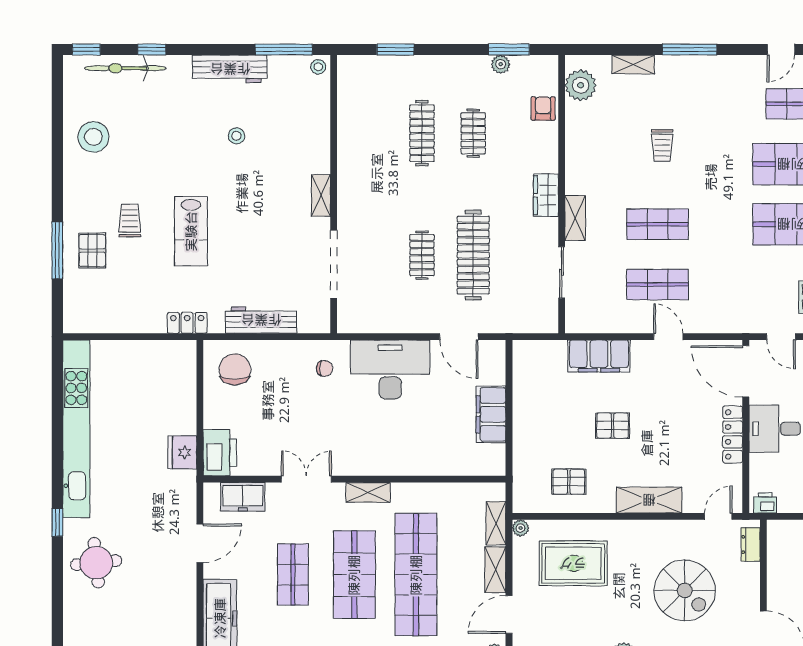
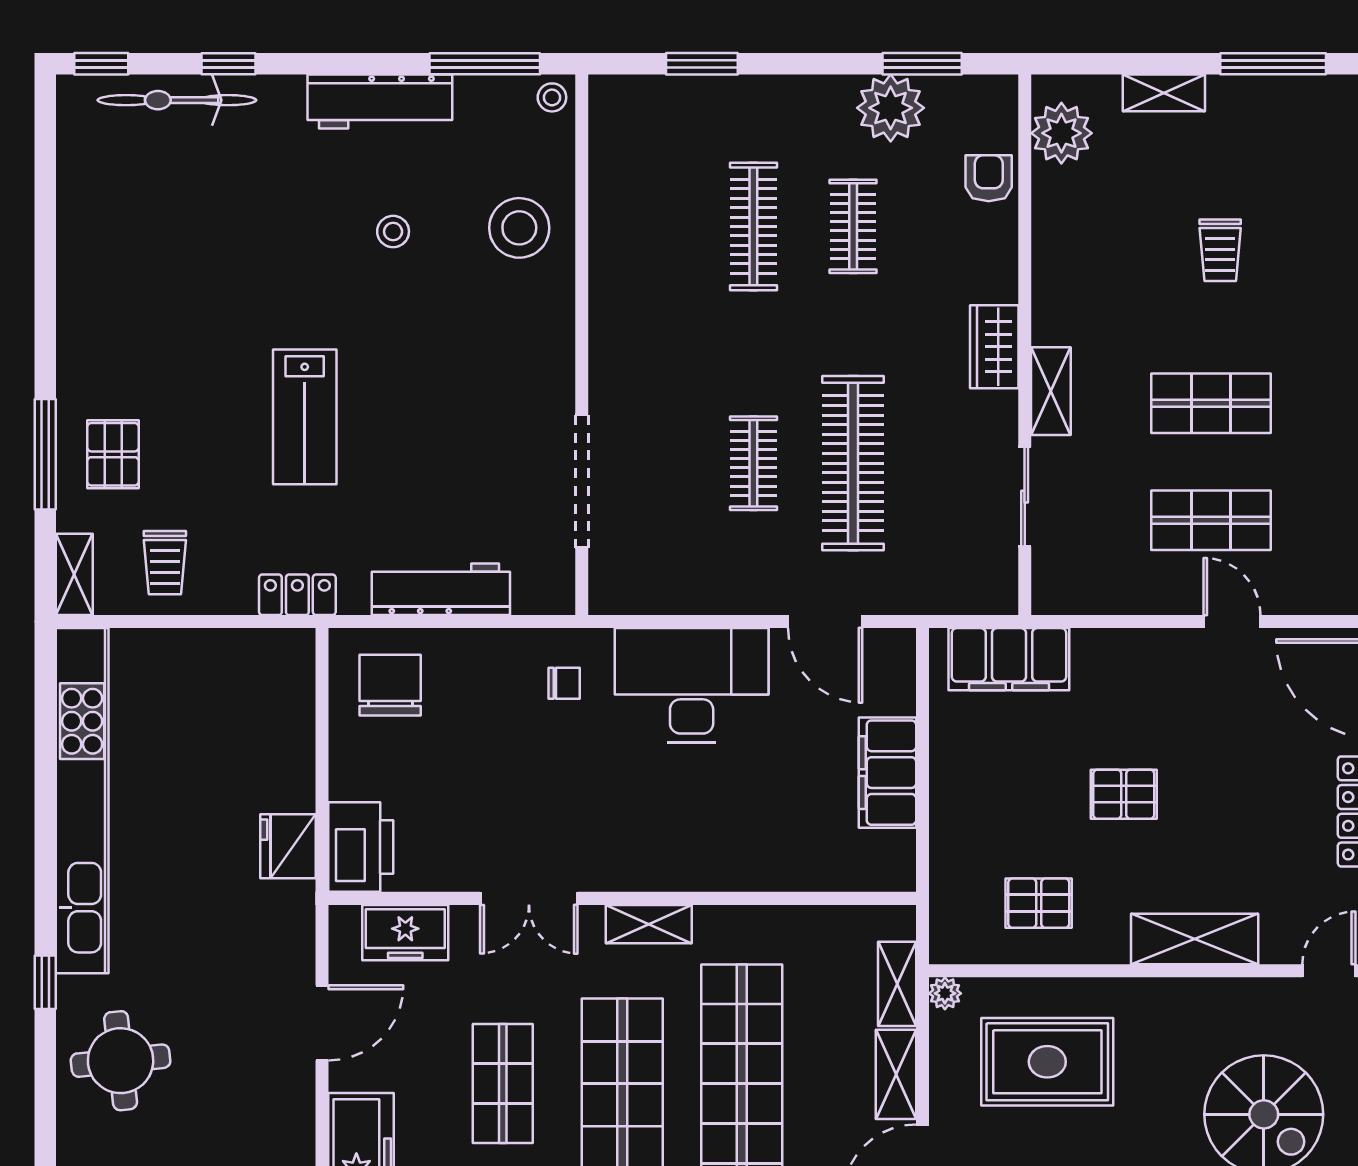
plant: (501, 64) -> (891, 108), width x1.88, depth x1.88
stool: (93, 137) -> (519, 228), moved
shelving: (321, 196) -> (74, 574), moved
trolley: (130, 221) -> (165, 563), moved, turned 180
filing cabinet: (599, 356) -> (1009, 659), moved
double door: (306, 479) -> (529, 898), swing flipped

